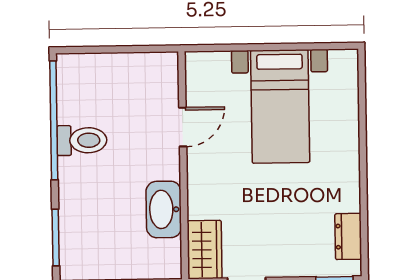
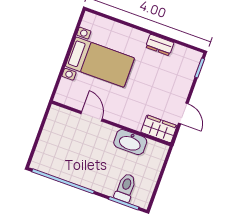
toilet: (82, 140) -> (125, 188), moved
dresser: (348, 236) -> (160, 45), moved

